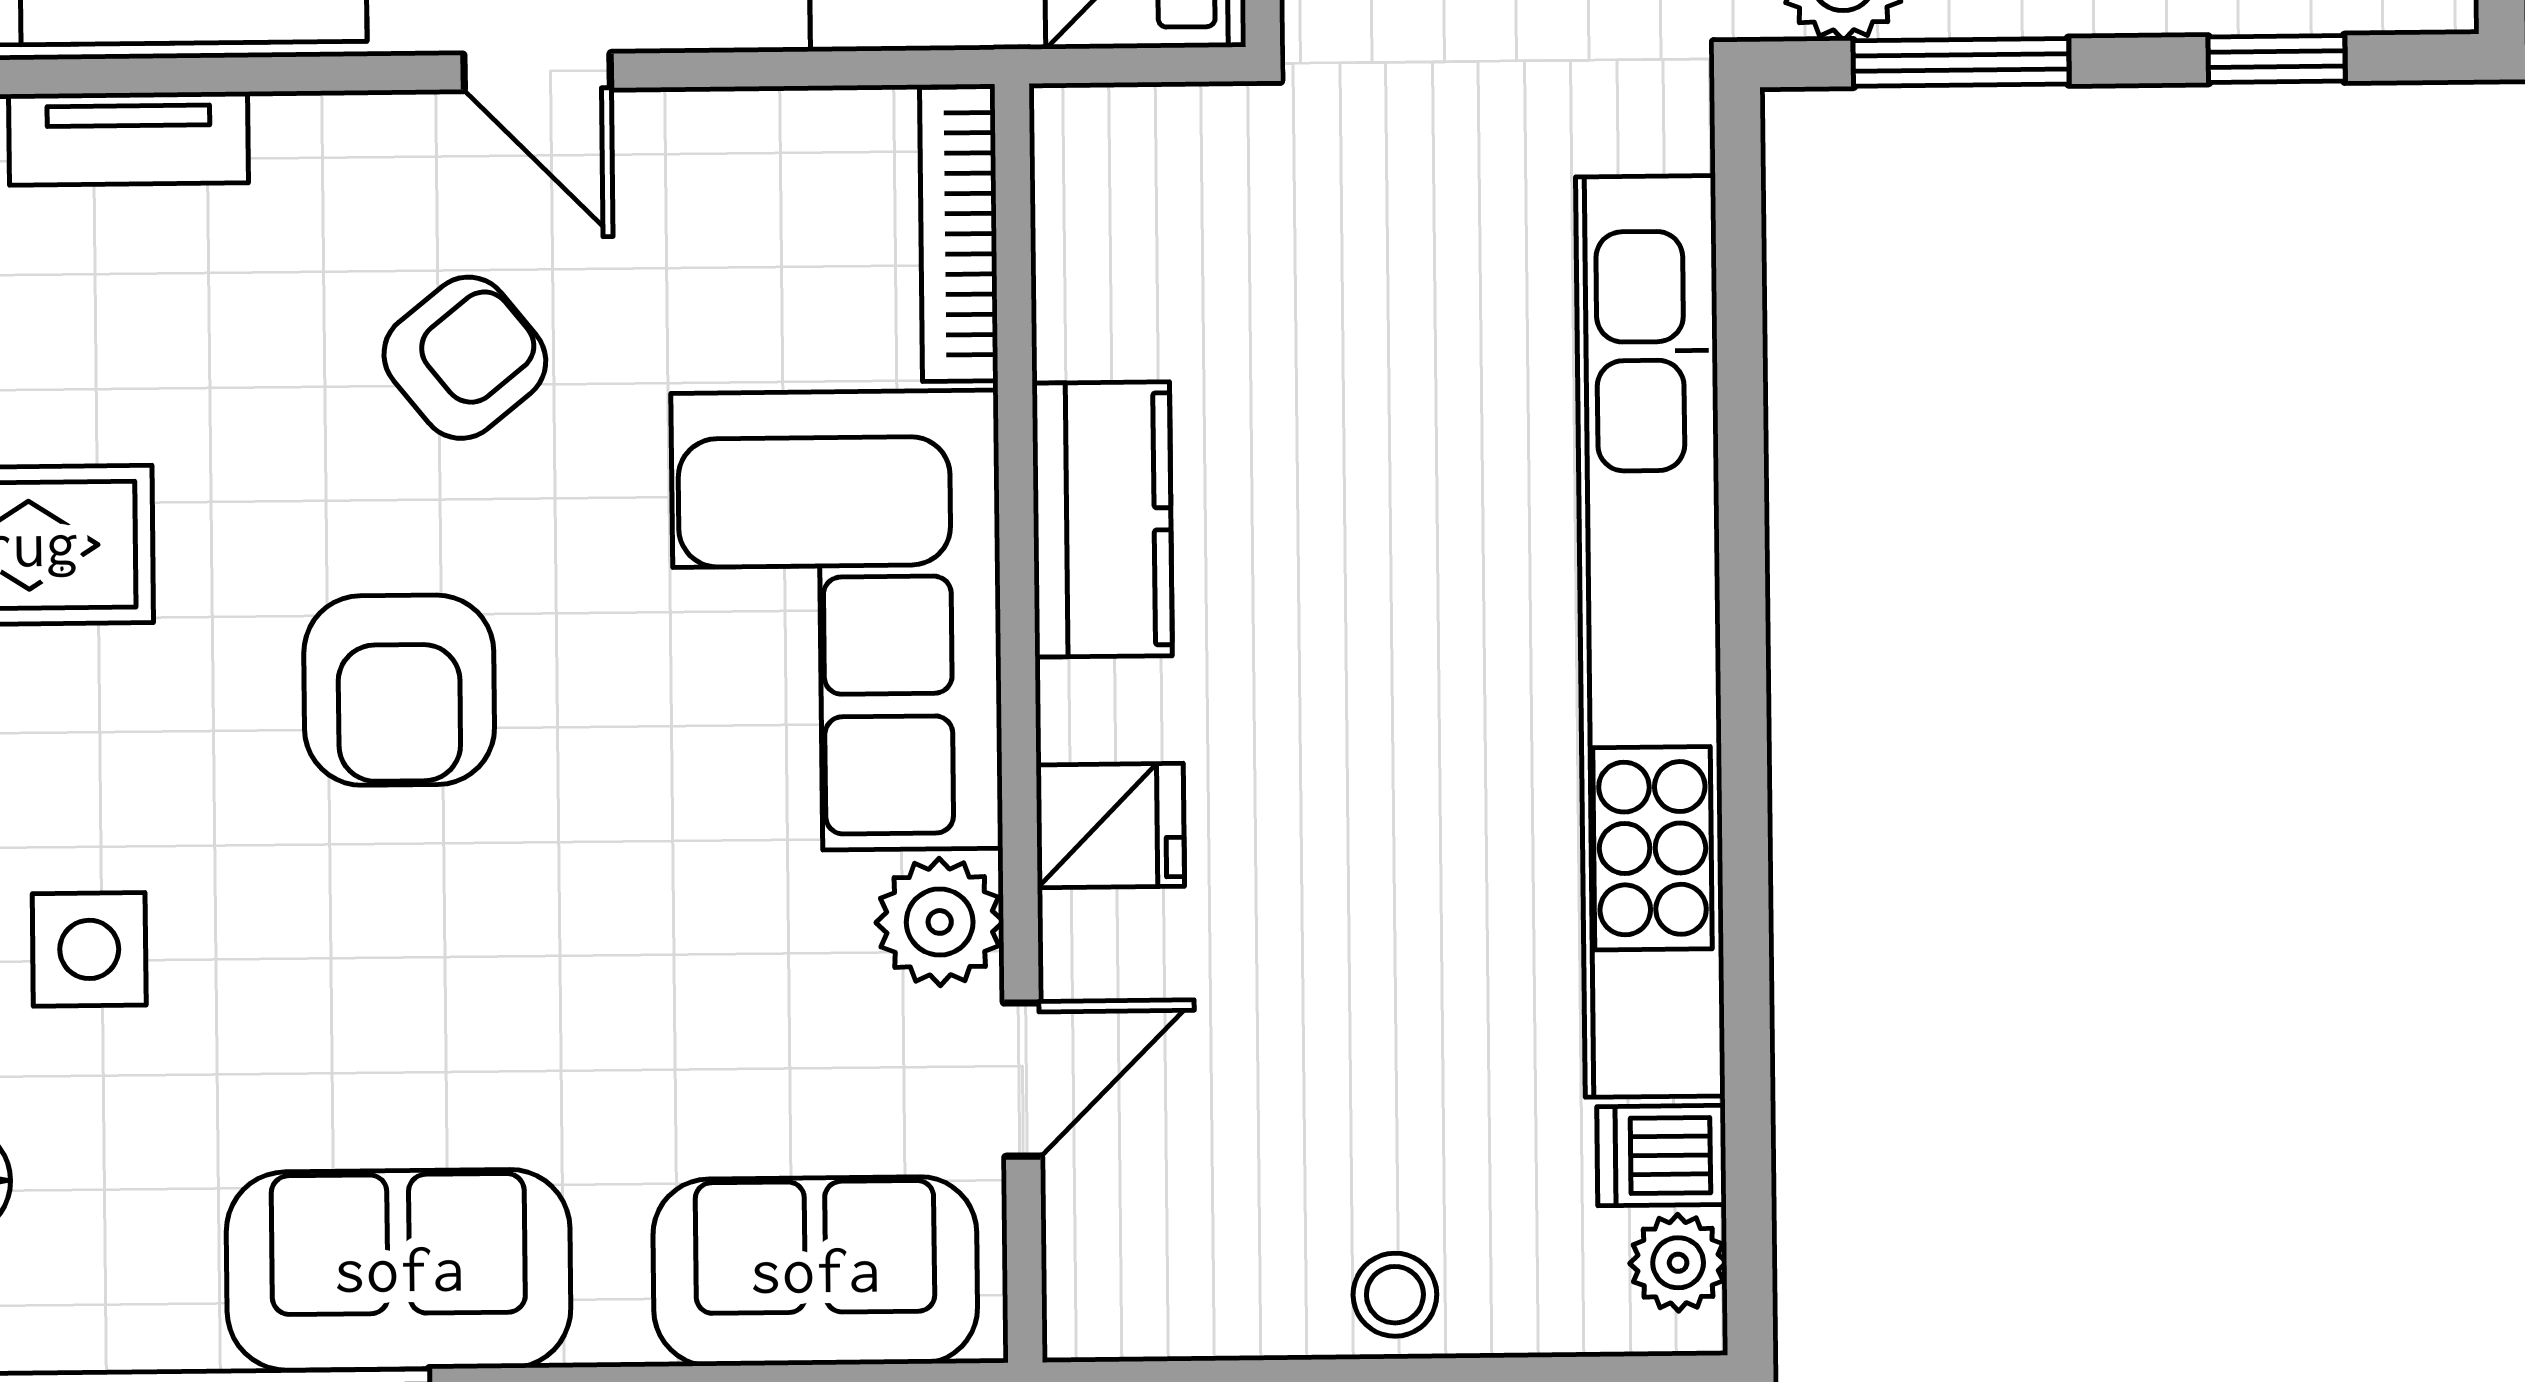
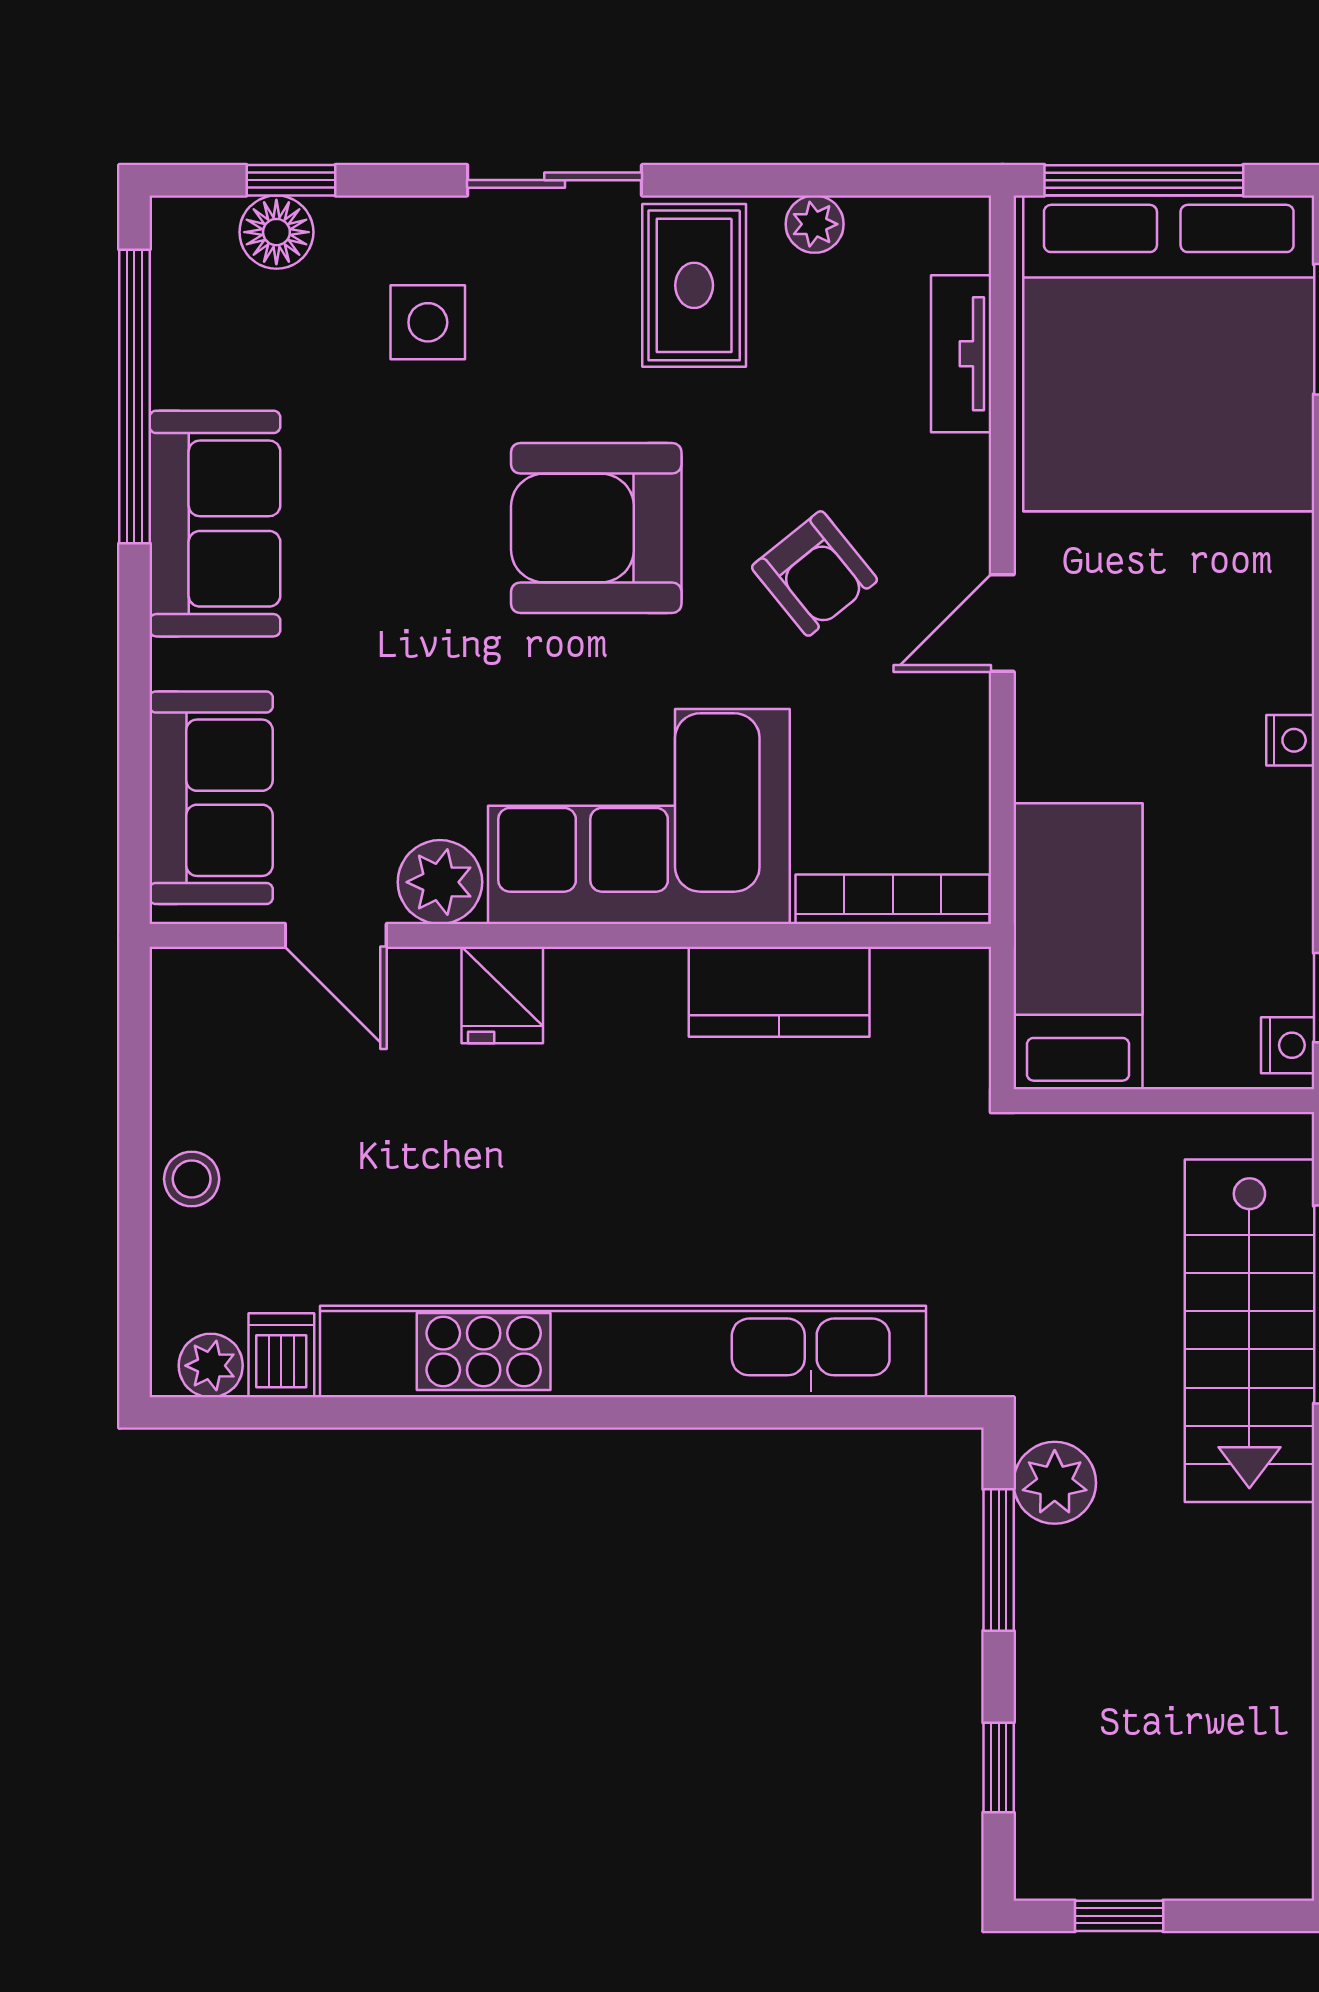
kitchen counter: (1102, 519) -> (779, 992), moved
armchair: (399, 690) -> (596, 528), width x1.36, depth x1.36

